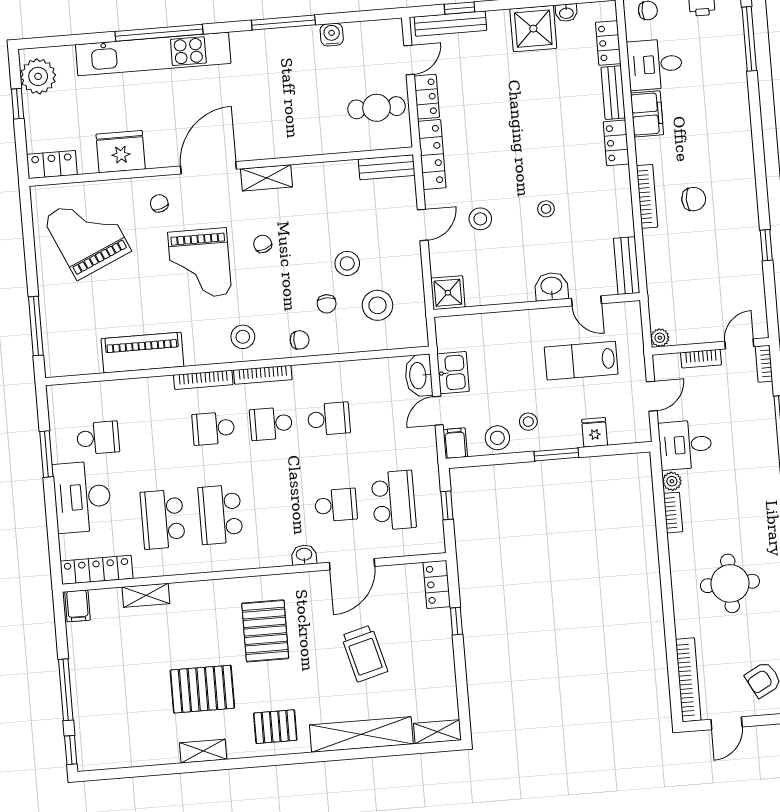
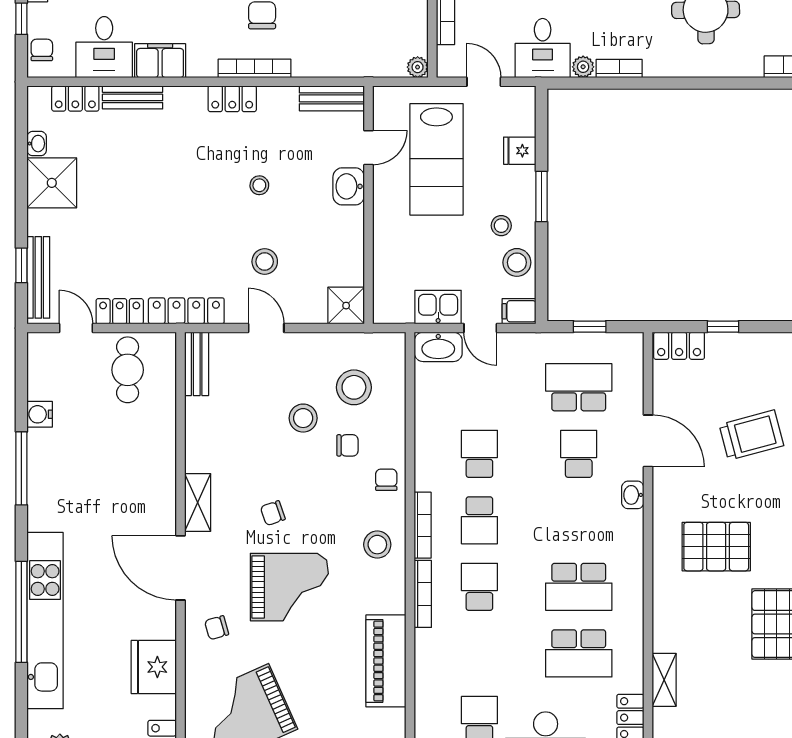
locker: (616, 143) -> (232, 99), moved
lab bench: (581, 361) -> (436, 159), width x1.36, depth x1.39
school desk: (213, 428) -> (479, 587), turned 180

